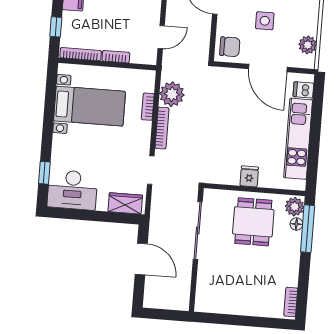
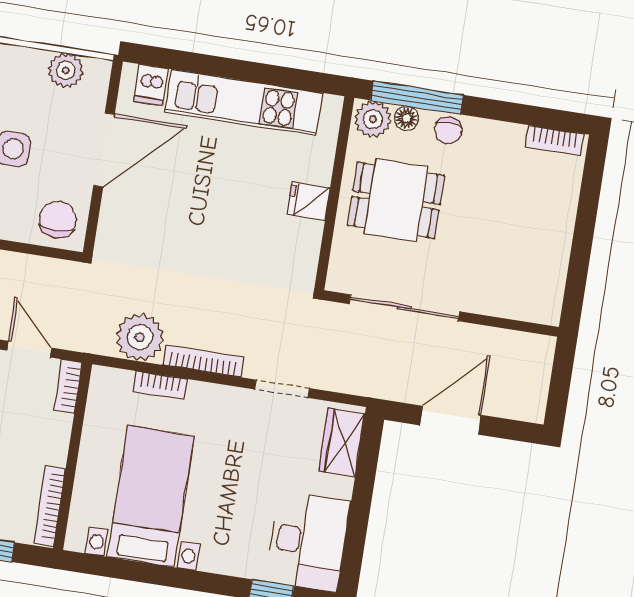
bookcase: (116, 57) -> (68, 387), moved
chair: (292, 246) -> (448, 130), added

